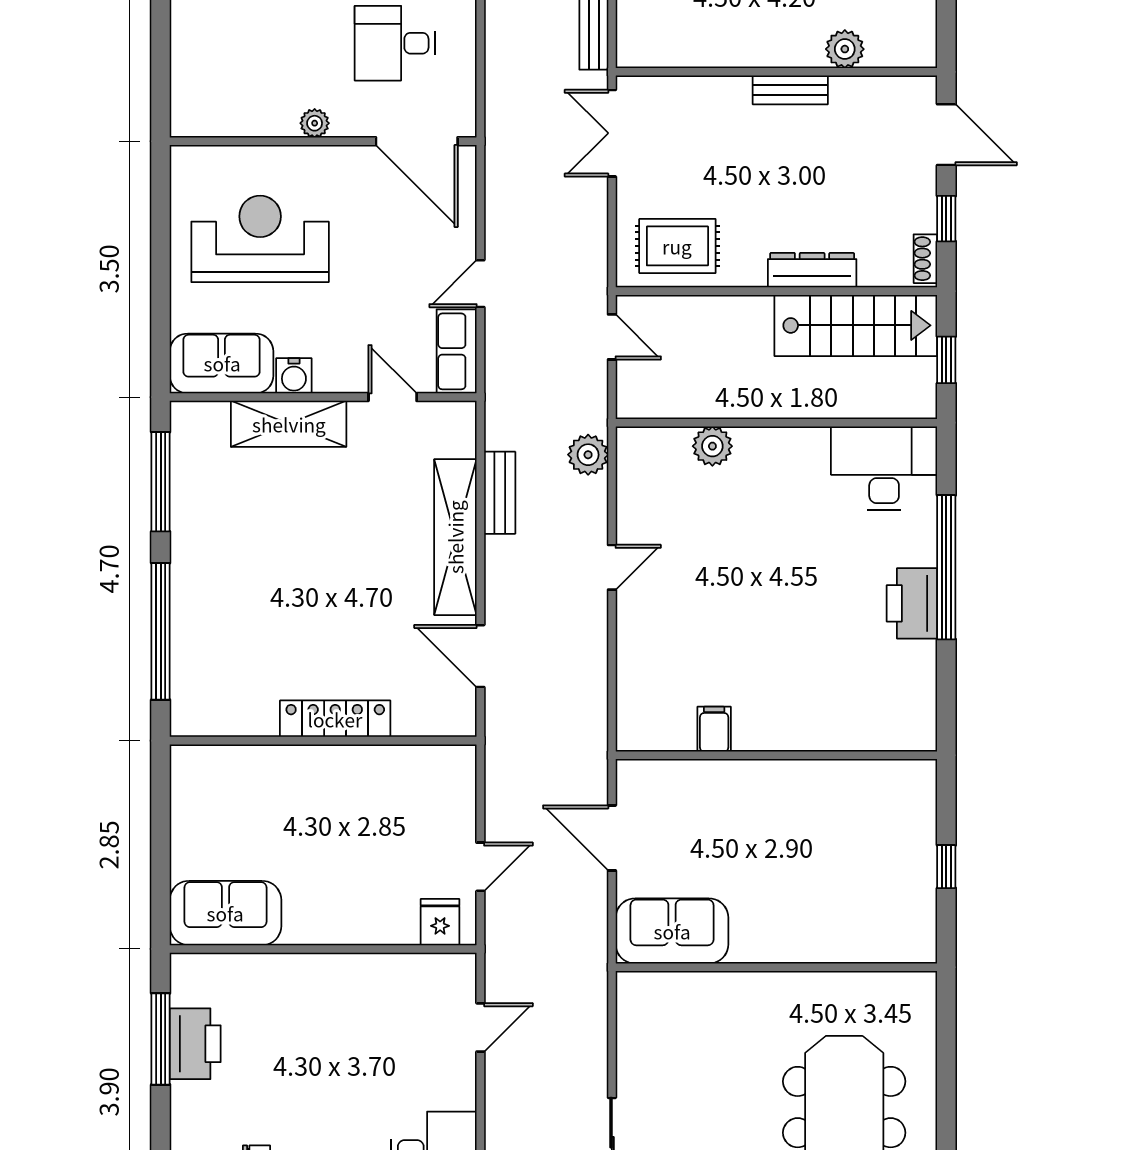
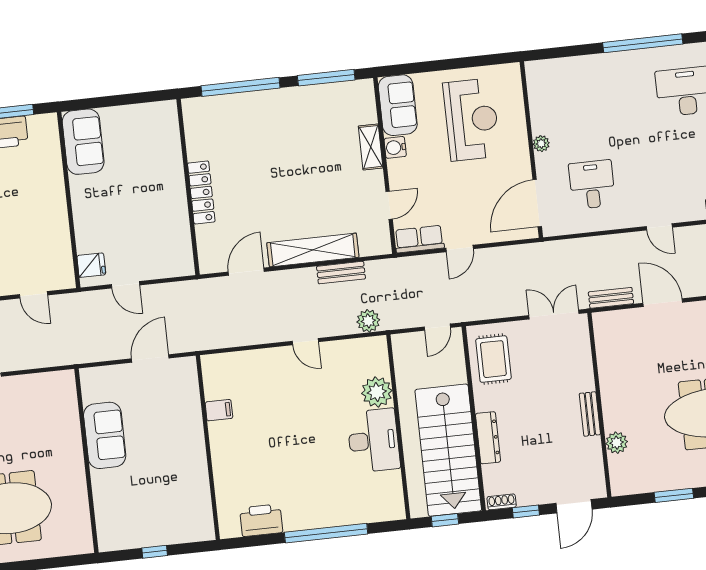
door: (480, 284) -> (460, 249), swing flipped
stairs: (856, 325) -> (448, 450), width x1.36, depth x1.51
shelving: (289, 424) -> (371, 147), width x0.67, depth x0.75
plant: (712, 446) -> (377, 392), width x1.36, depth x1.36
desk: (884, 468) -> (374, 441), moved
printer: (912, 603) -> (261, 520), moved
sofa: (672, 931) -> (105, 435), moved

